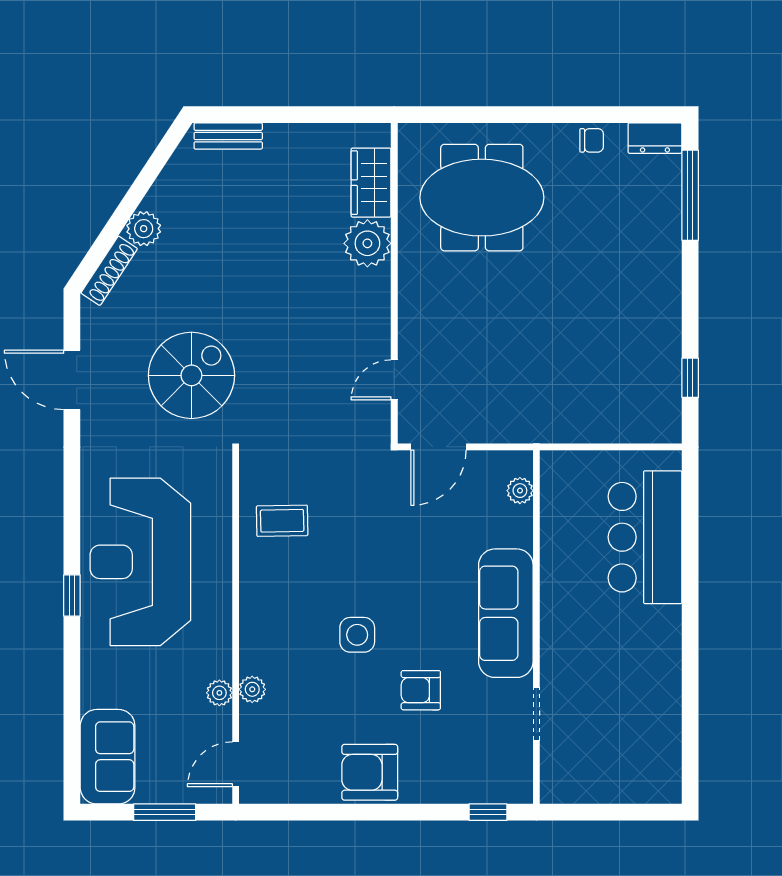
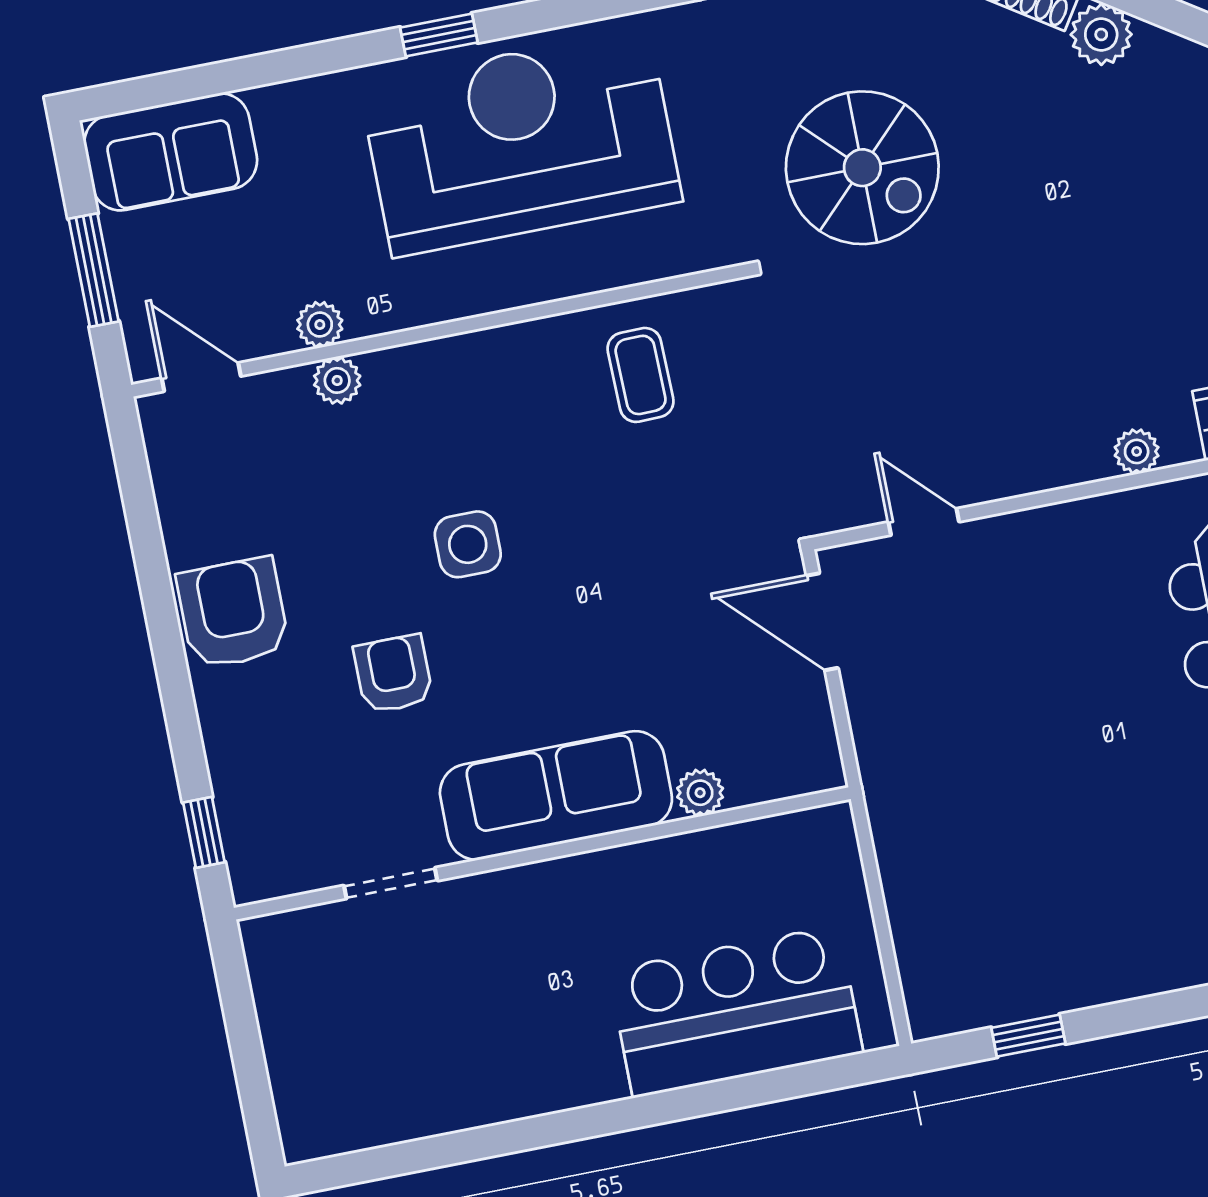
plant: (367, 243) -> (1137, 451), width x0.53, depth x0.53
plant: (520, 491) -> (700, 793), moved

